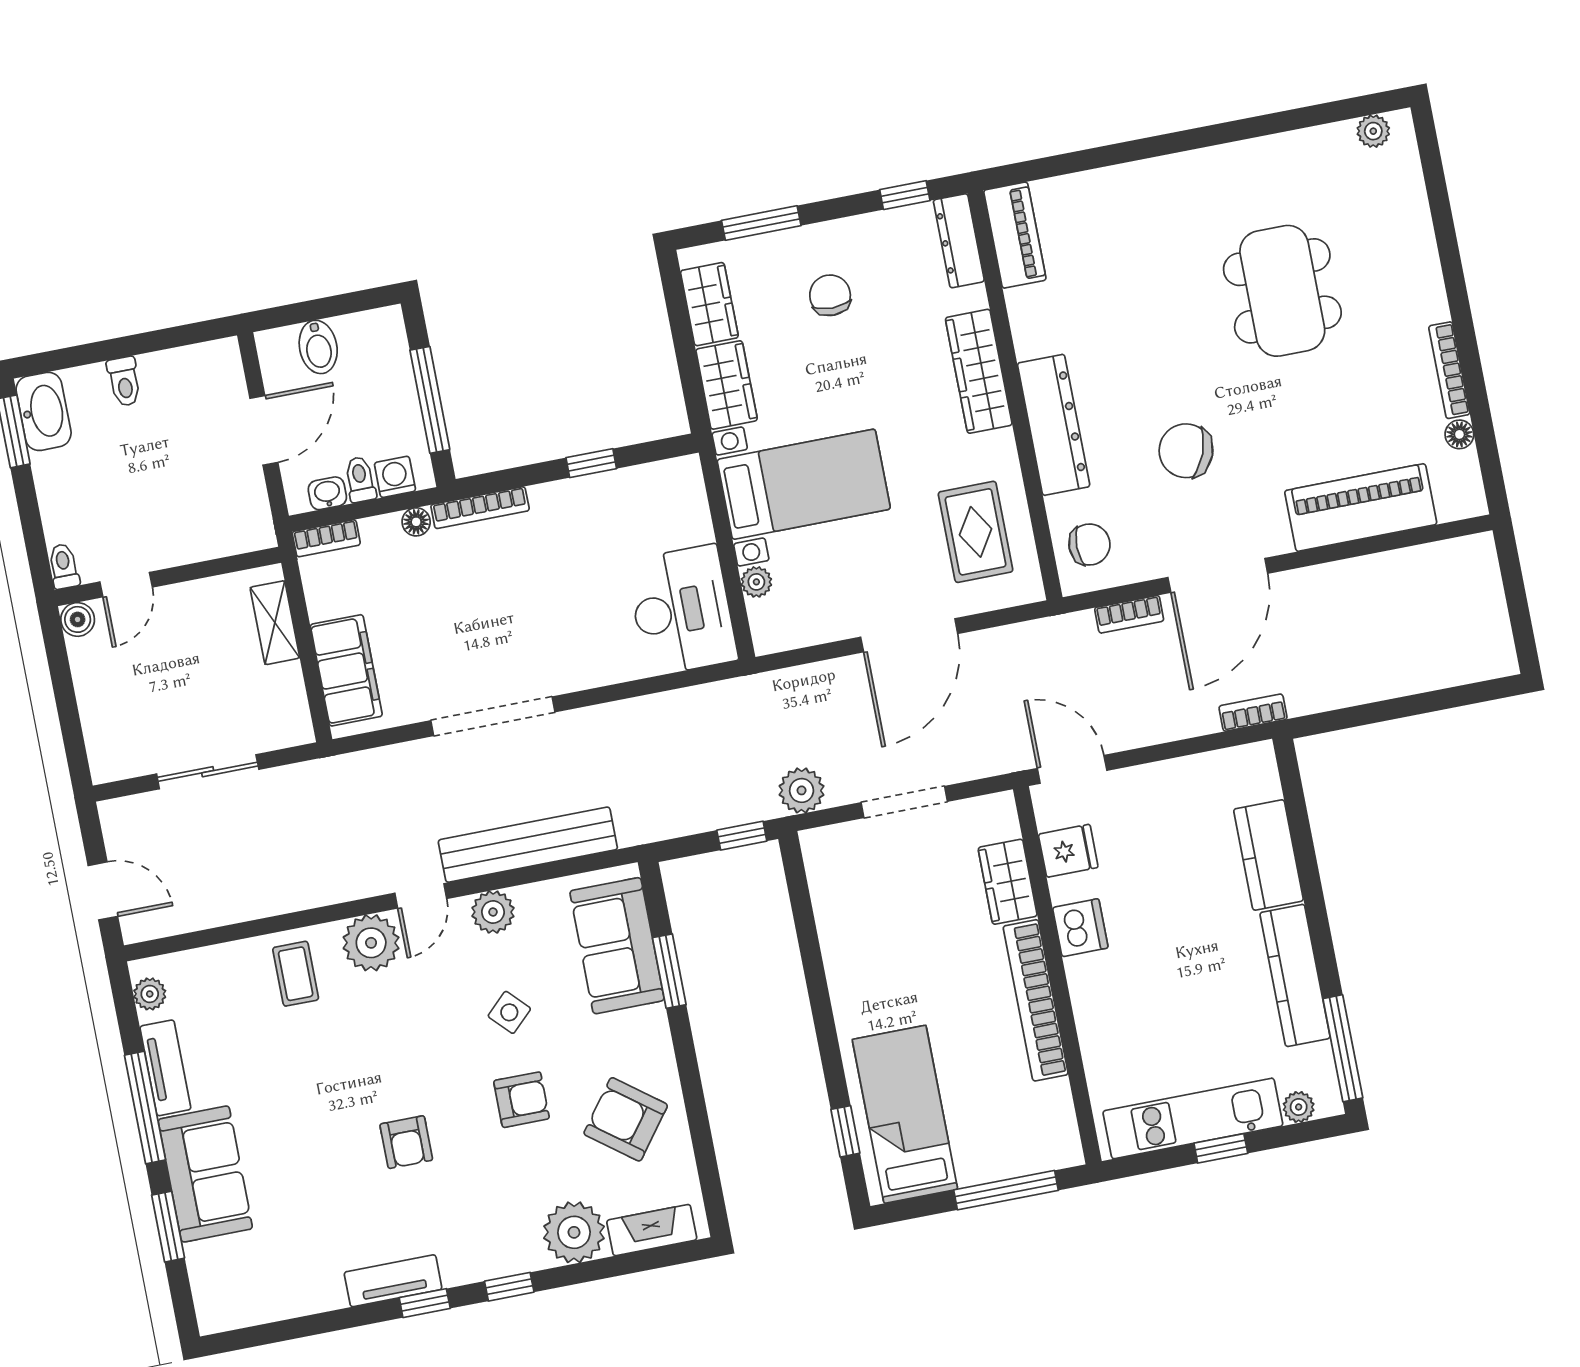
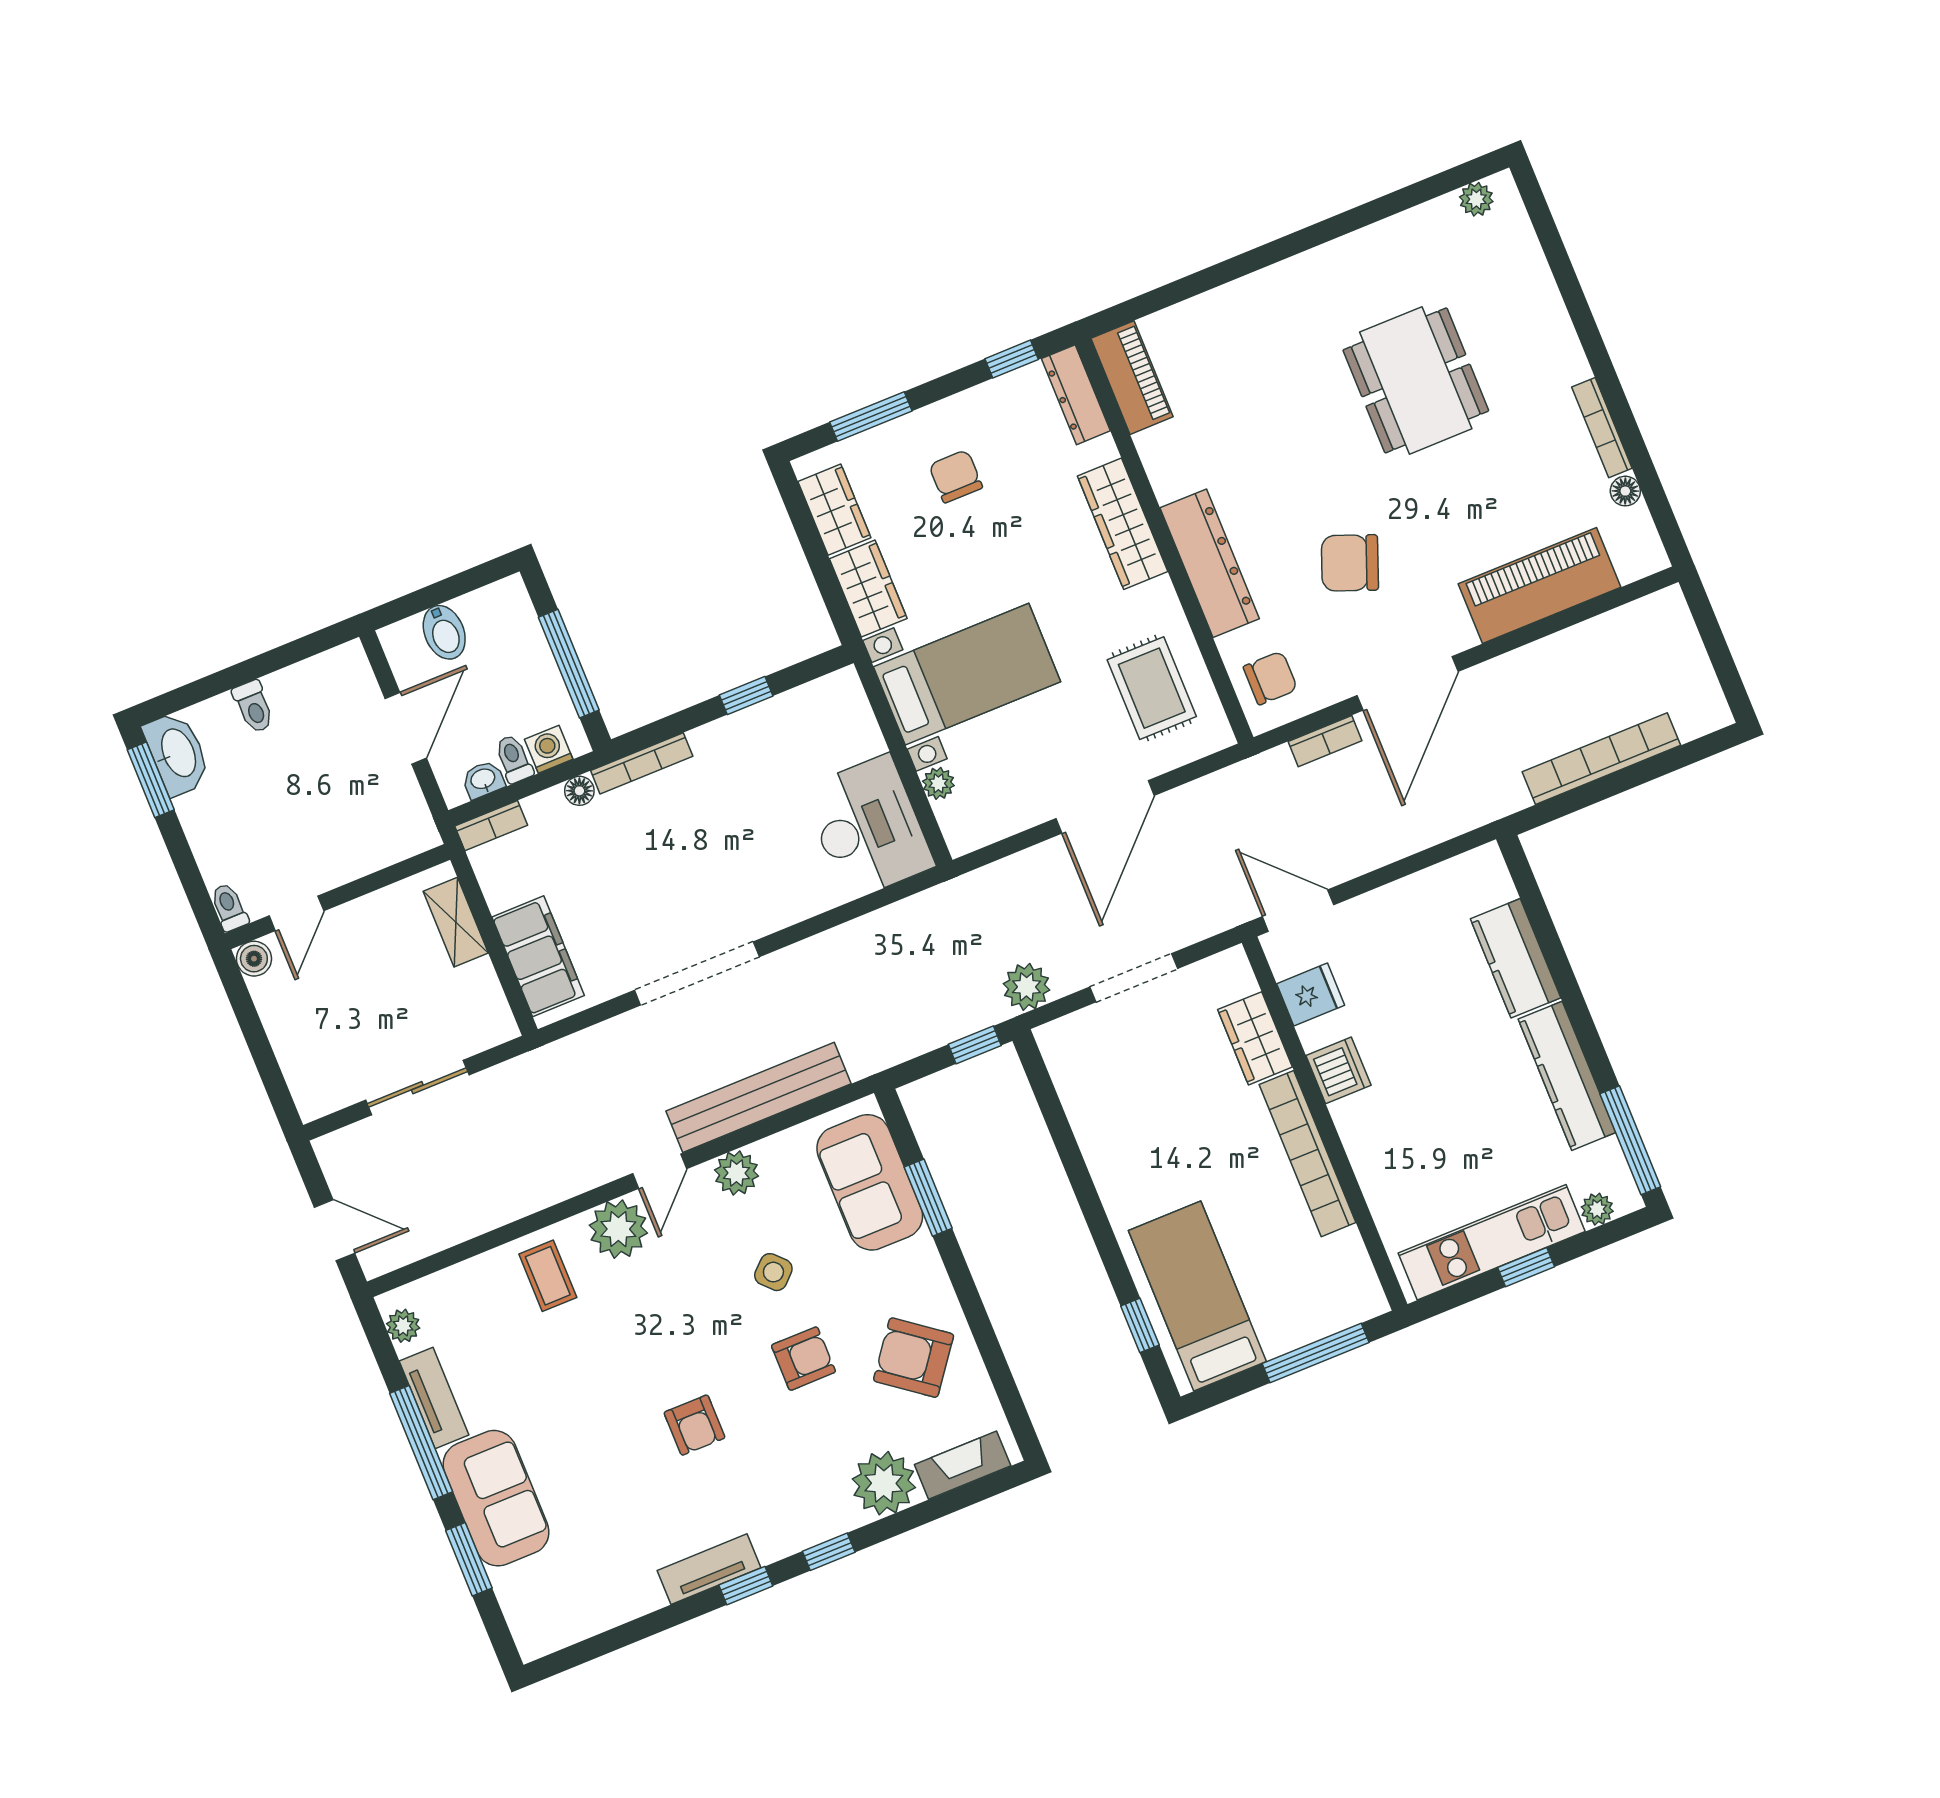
bookcase: (1253, 713) -> (1601, 759), moved, width x2.31, depth x1.31

